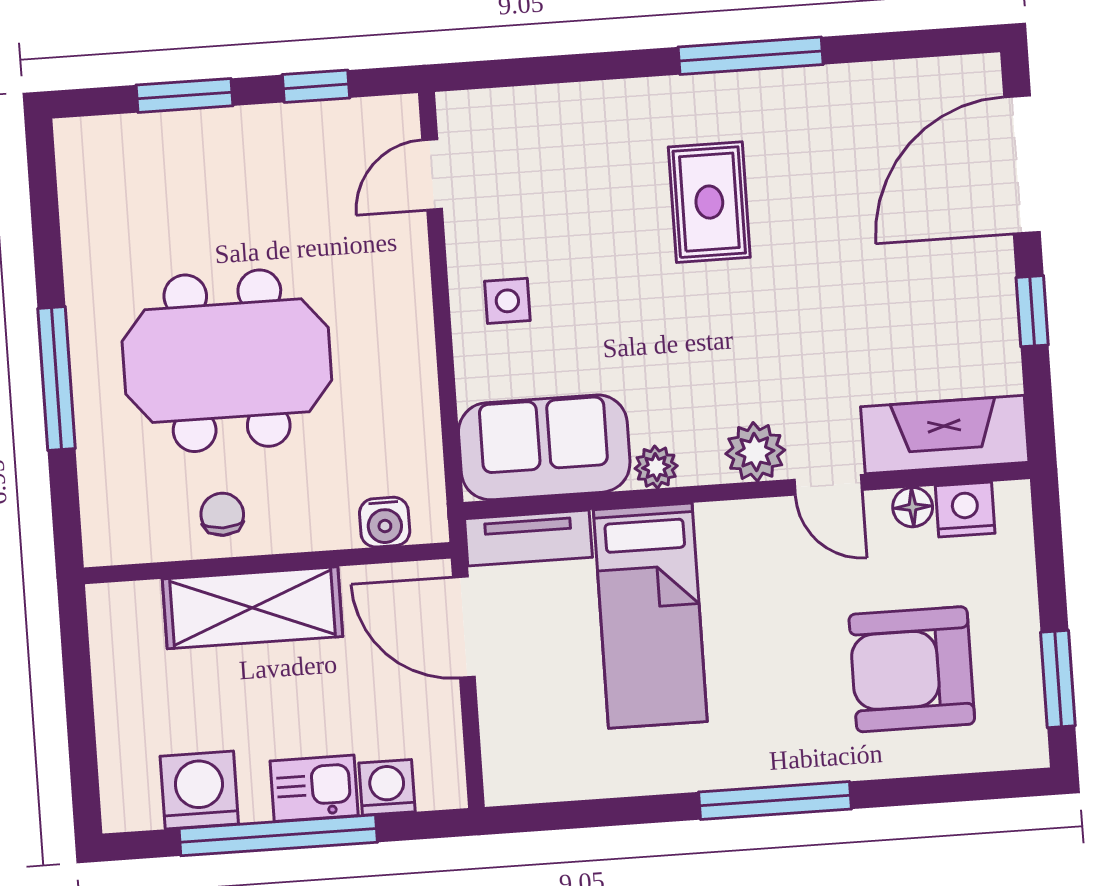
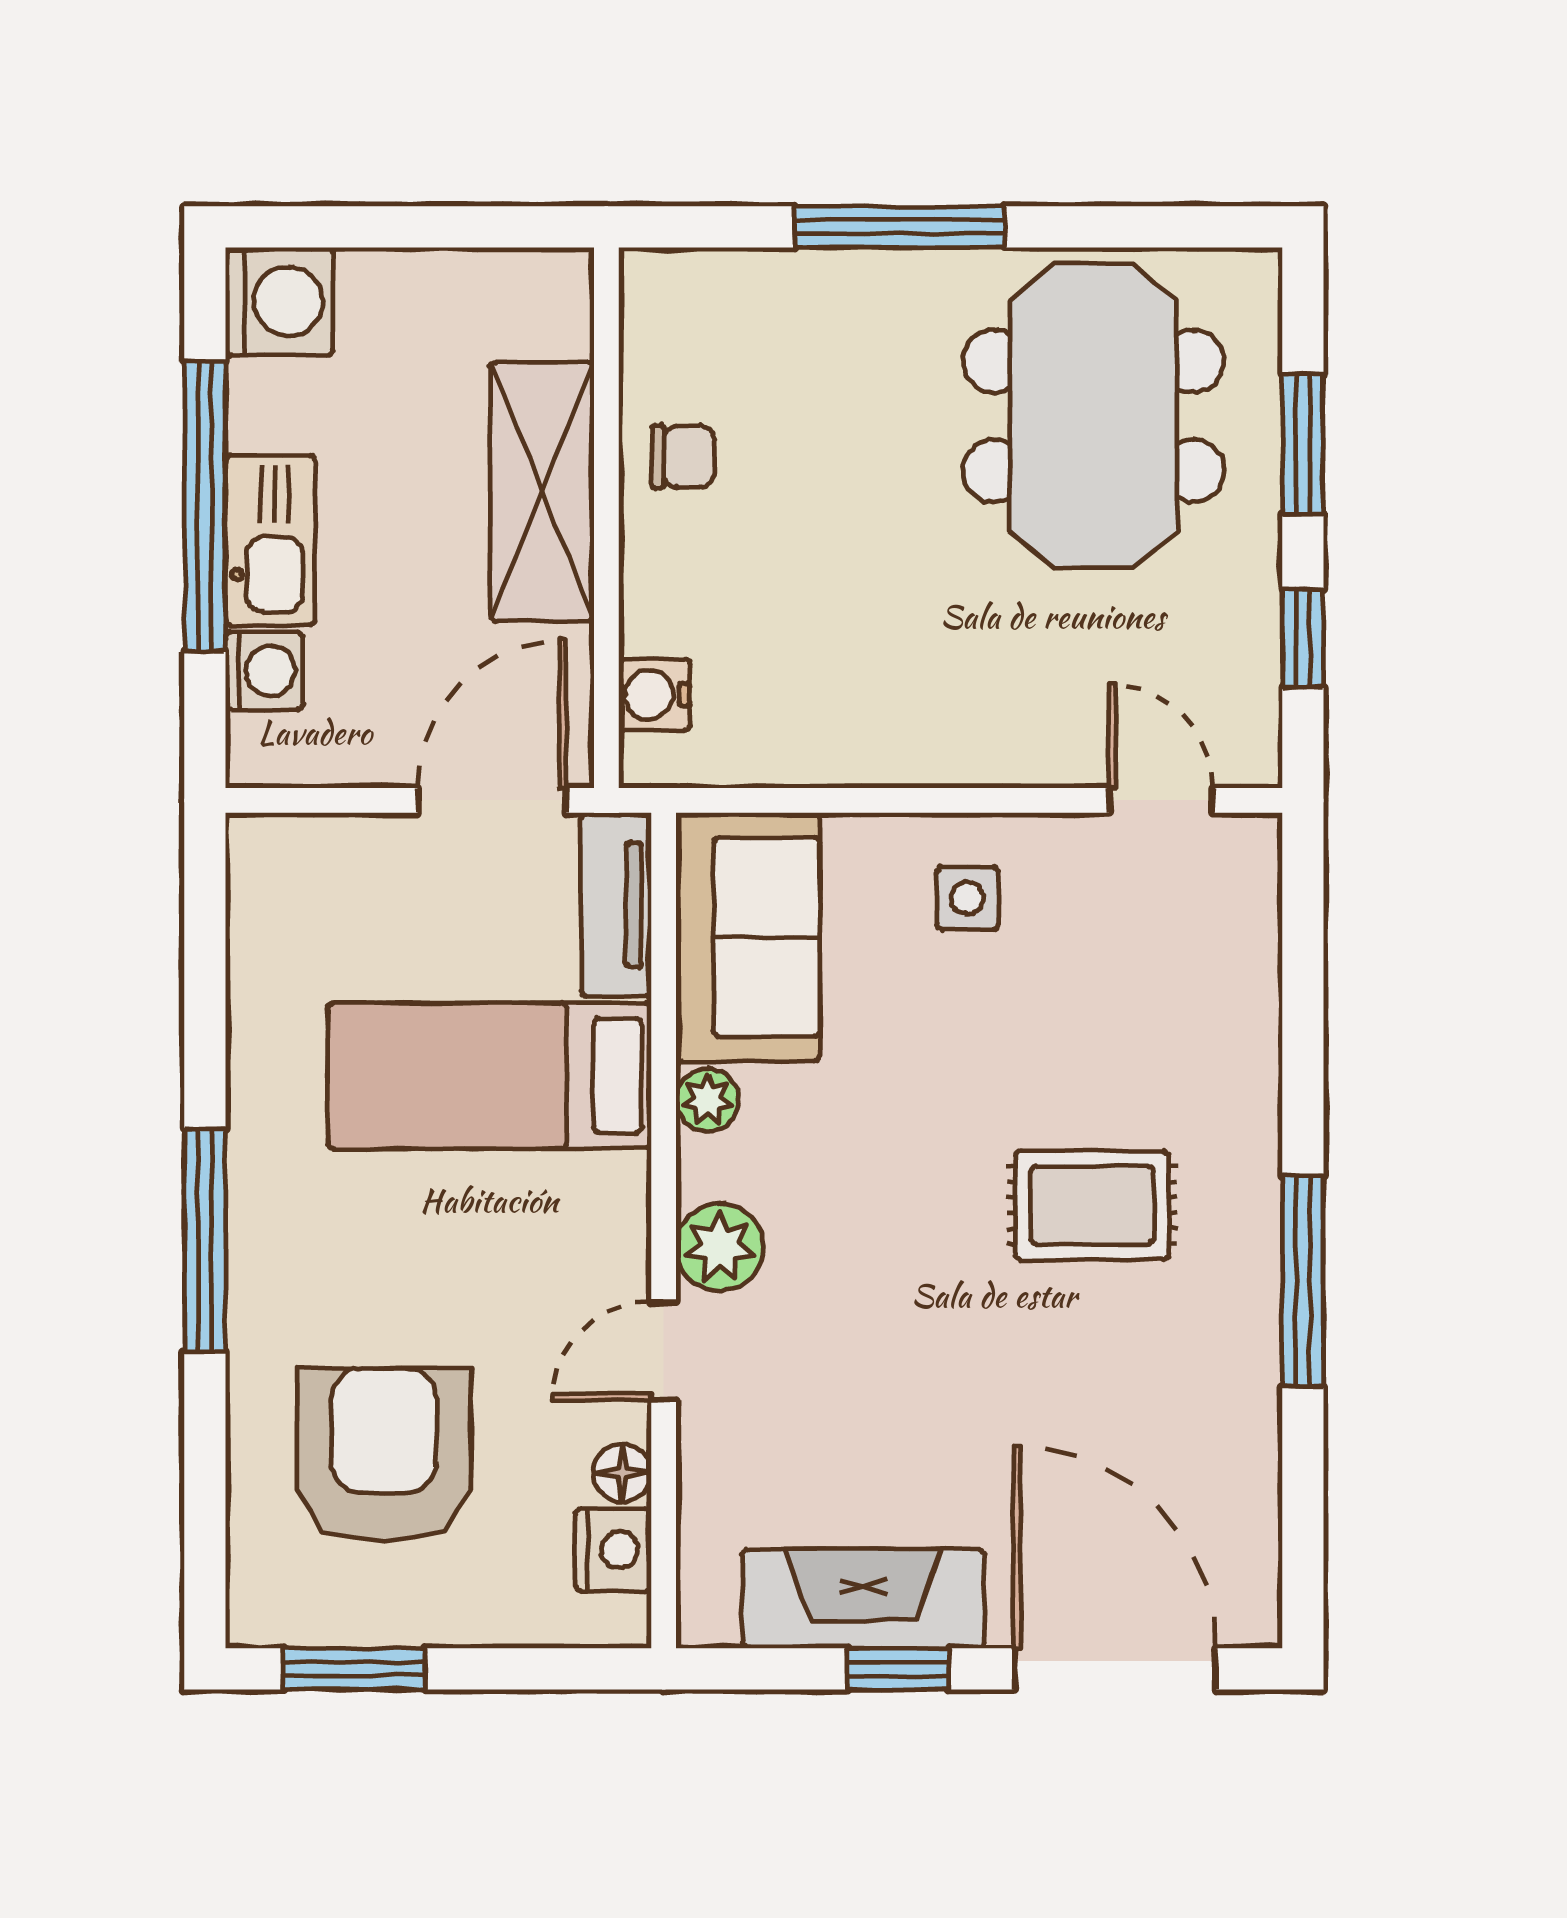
meeting table: (227, 361) -> (1094, 416), moved
fireplace: (945, 435) -> (863, 1599), moved, turned -90
kitchen sink: (314, 788) -> (270, 540), width x1.38
washing machine: (199, 790) -> (279, 301), moved

